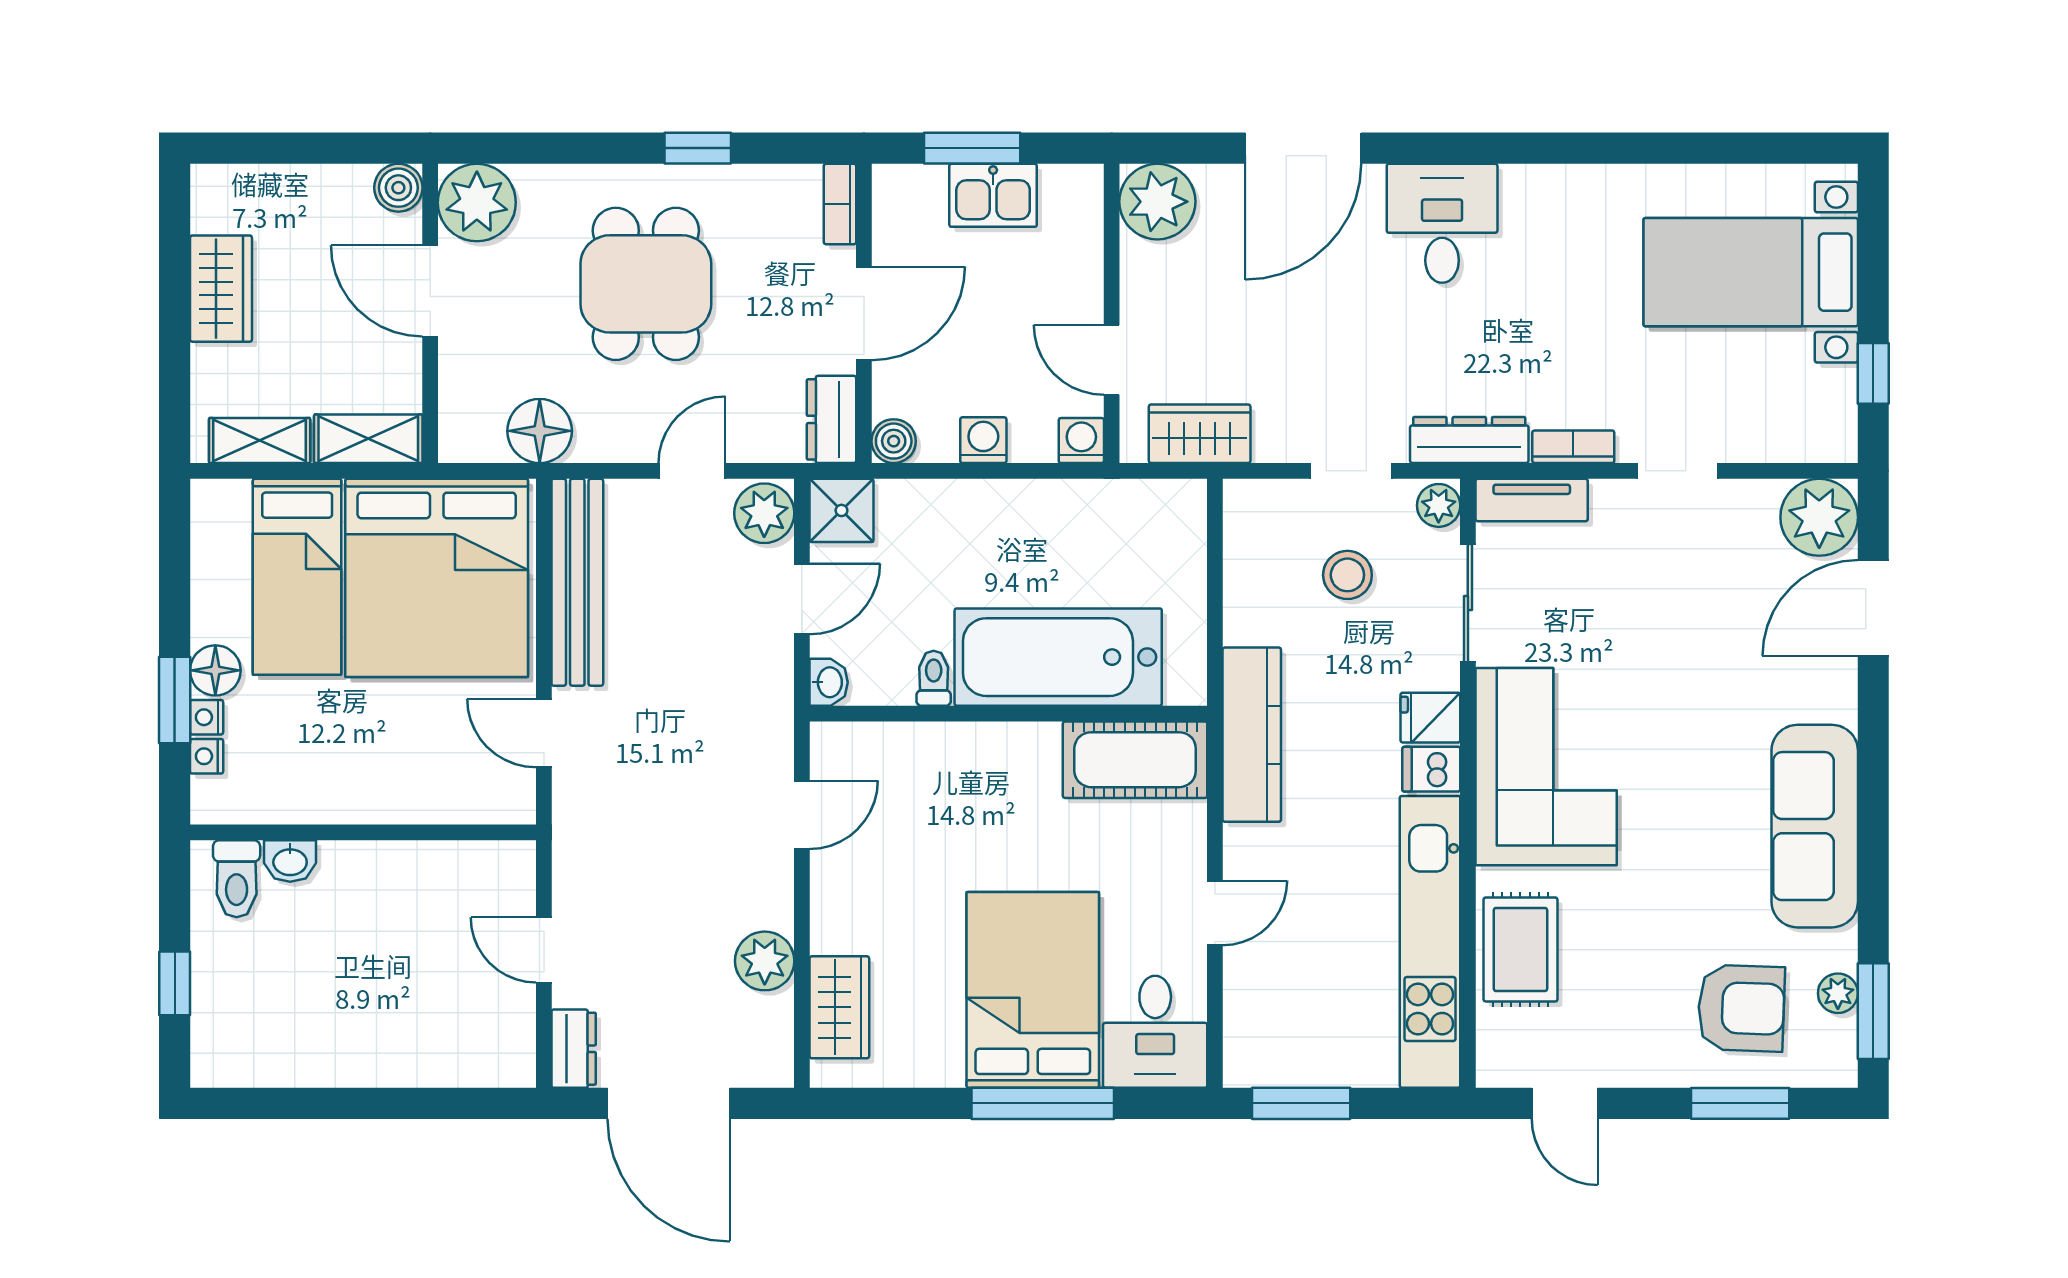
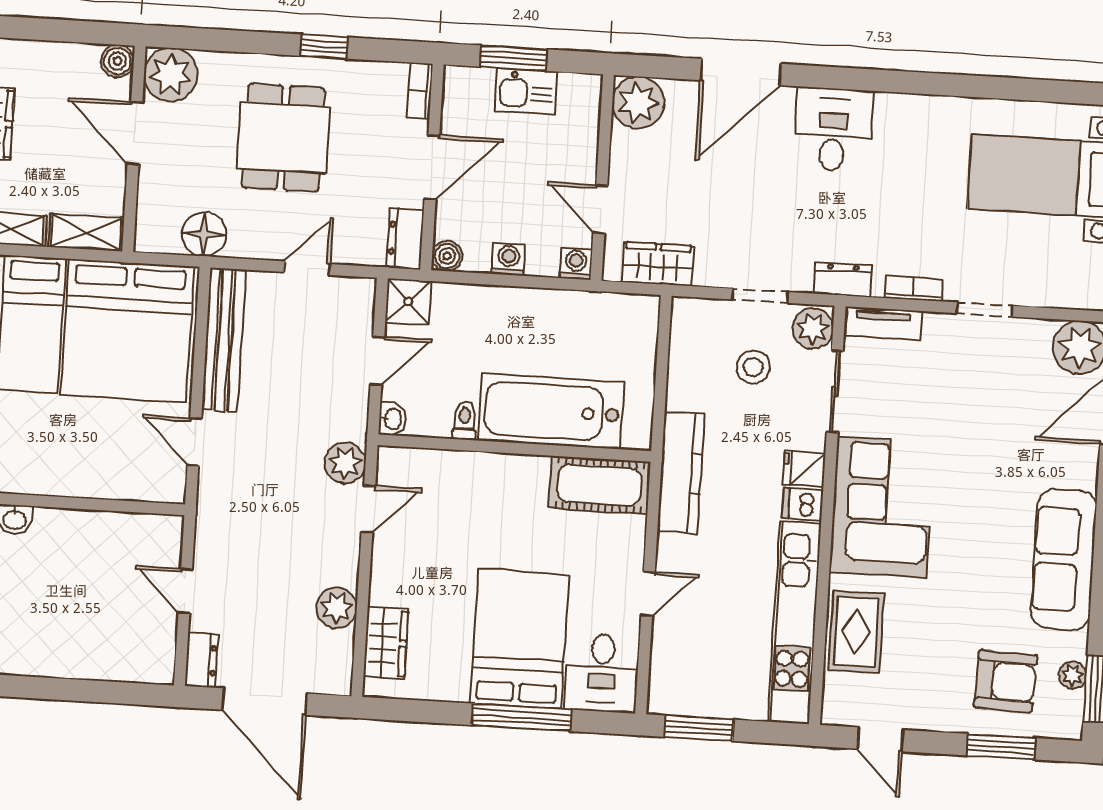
dresser: (1469, 440) -> (843, 280), width x0.70
plant: (1439, 505) -> (813, 328), width x1.38, depth x1.38
plant: (764, 513) -> (345, 463), moved

